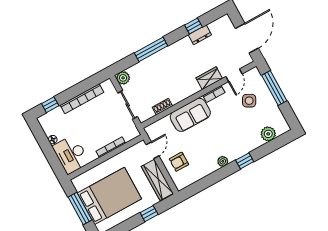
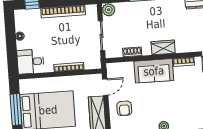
wardrobe: (209, 78) -> (163, 47), moved
desk: (71, 154) -> (30, 62), width x0.73
armchair: (179, 162) -> (124, 108), turned -90

